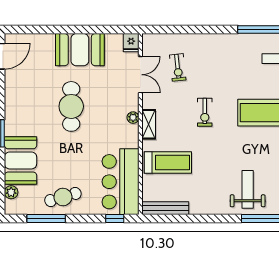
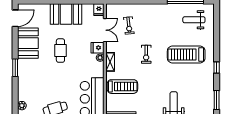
fridge: (129, 102) -> (97, 48), added
cafe table: (71, 106) -> (60, 51), width x0.73, depth x0.74
booth: (21, 160) -> (28, 43), moved

